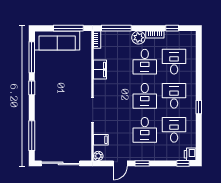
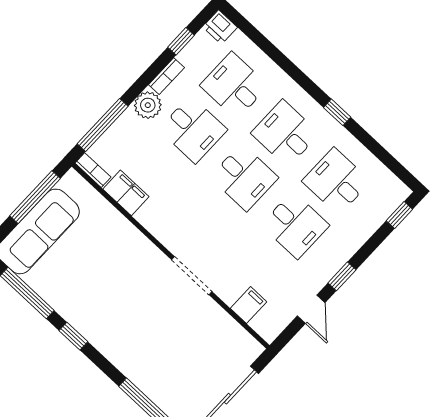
filing cabinet: (100, 70) -> (126, 193), moved
printer: (190, 154) -> (220, 27), moved
plant: (98, 156) -> (269, 332), removed

